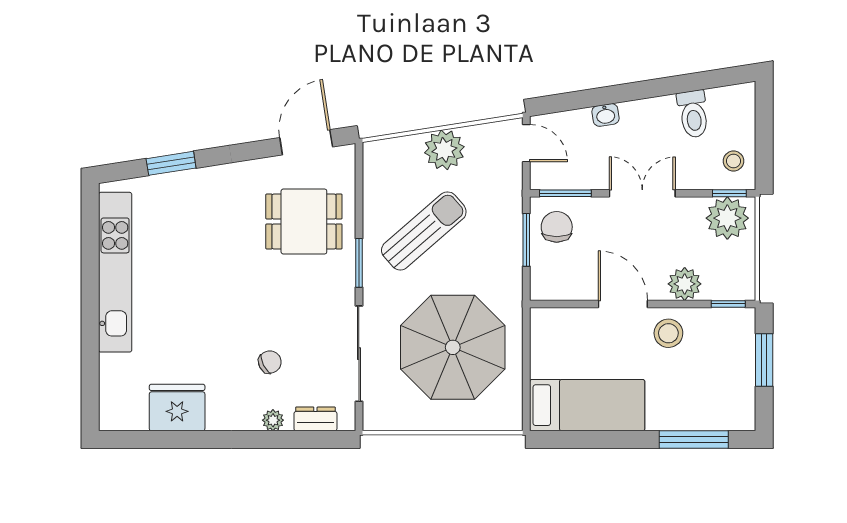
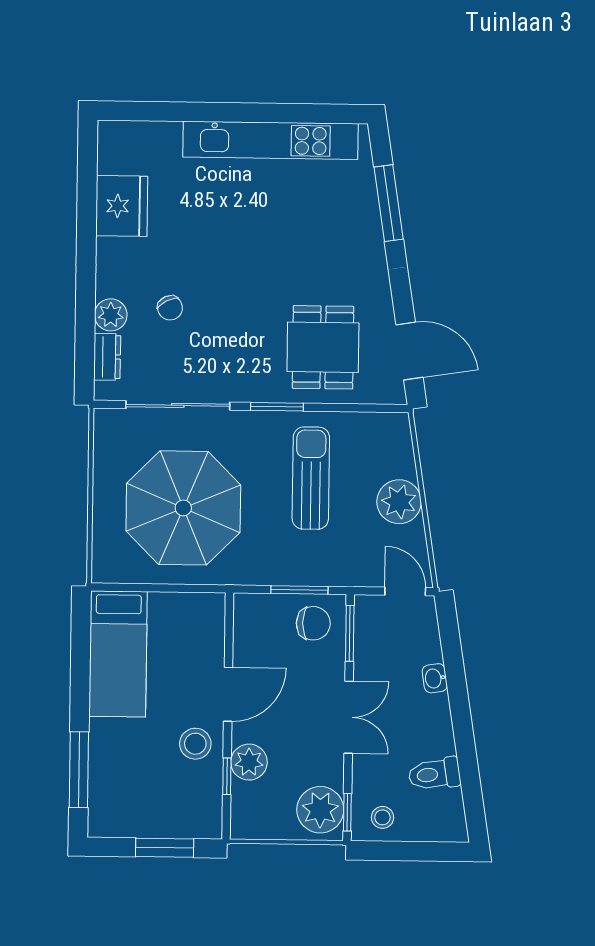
door: (526, 143) -> (405, 591), swing flipped
window: (171, 163) -> (389, 203), width x1.44
sun lounger: (424, 231) -> (311, 478), turned -139
window: (728, 304) -> (227, 776), moved
plant: (273, 420) -> (111, 315), width x1.38, depth x1.38

